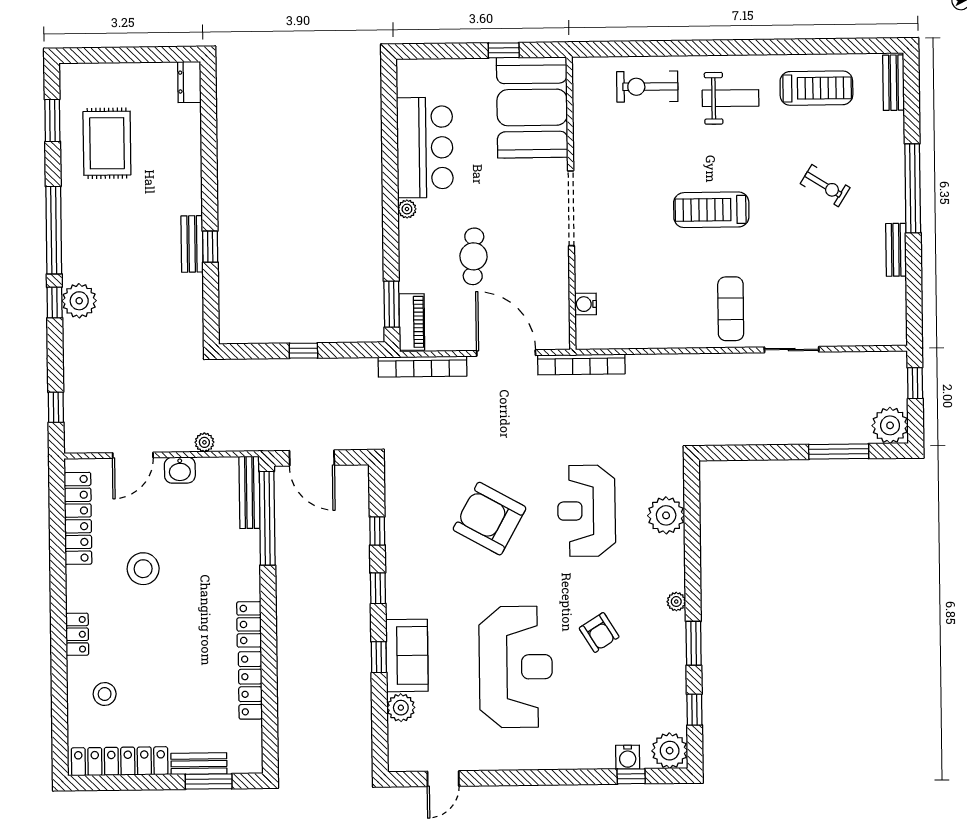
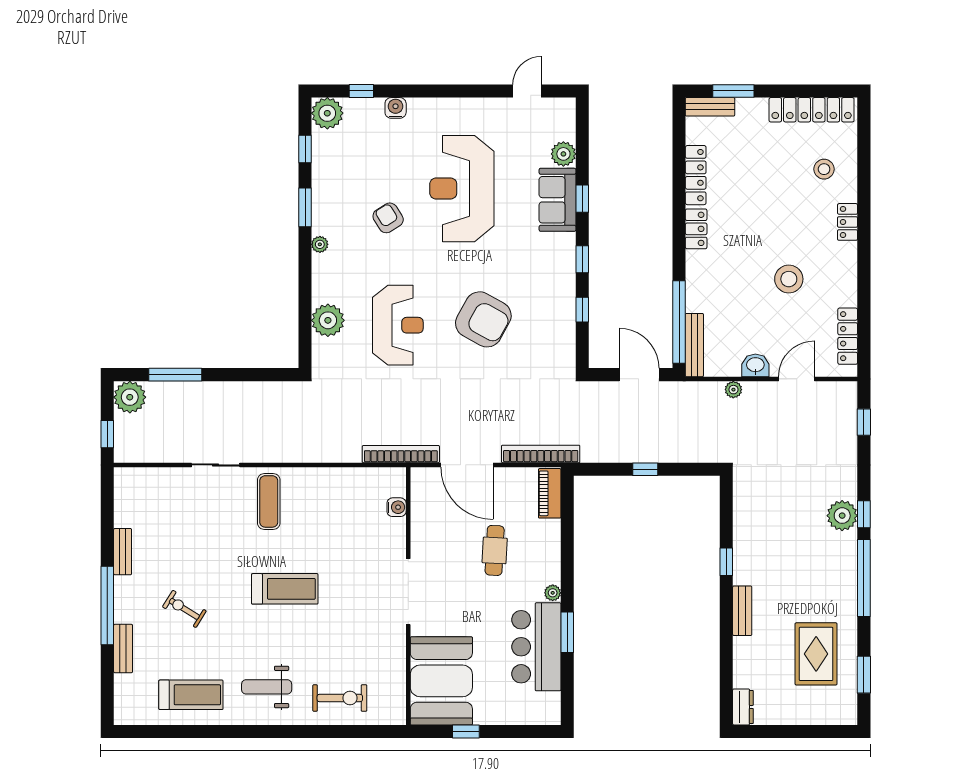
bench: (893, 83) -> (123, 649), moved
treadmill: (816, 88) -> (191, 695), turned 180
bench: (192, 244) -> (742, 611), moved
window: (392, 304) -> (567, 632), moved
locker: (78, 518) -> (848, 336), width x0.71, depth x0.83
water cooler: (628, 757) -> (396, 108), moved
bench: (199, 764) -> (710, 107), moved

